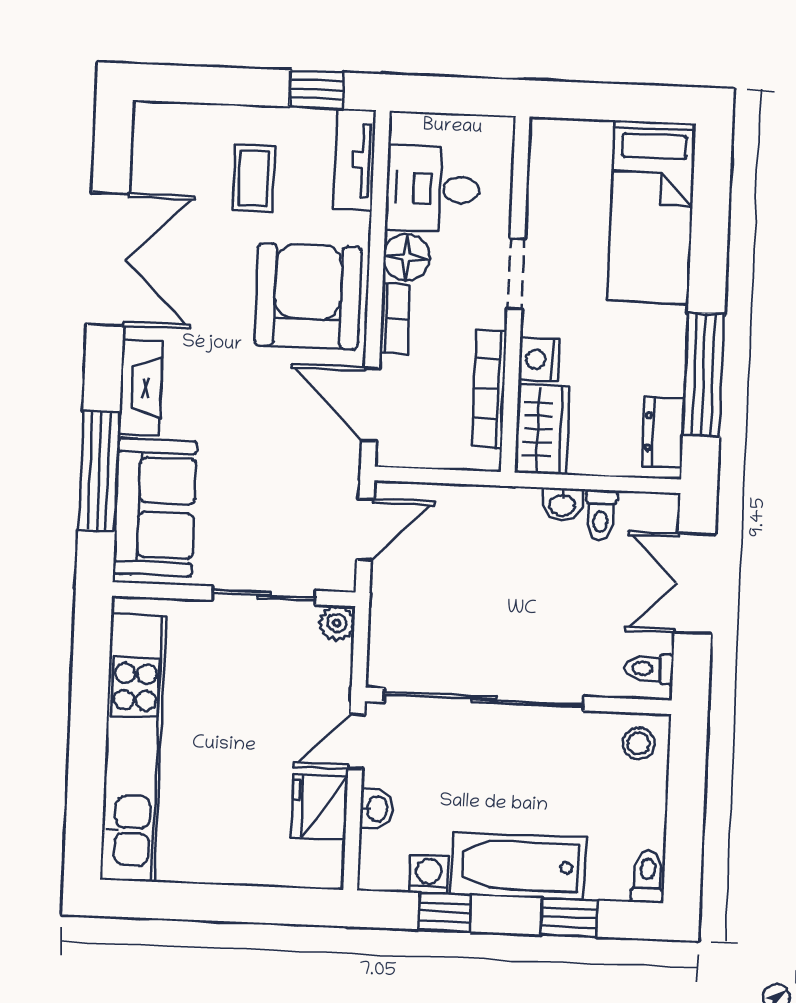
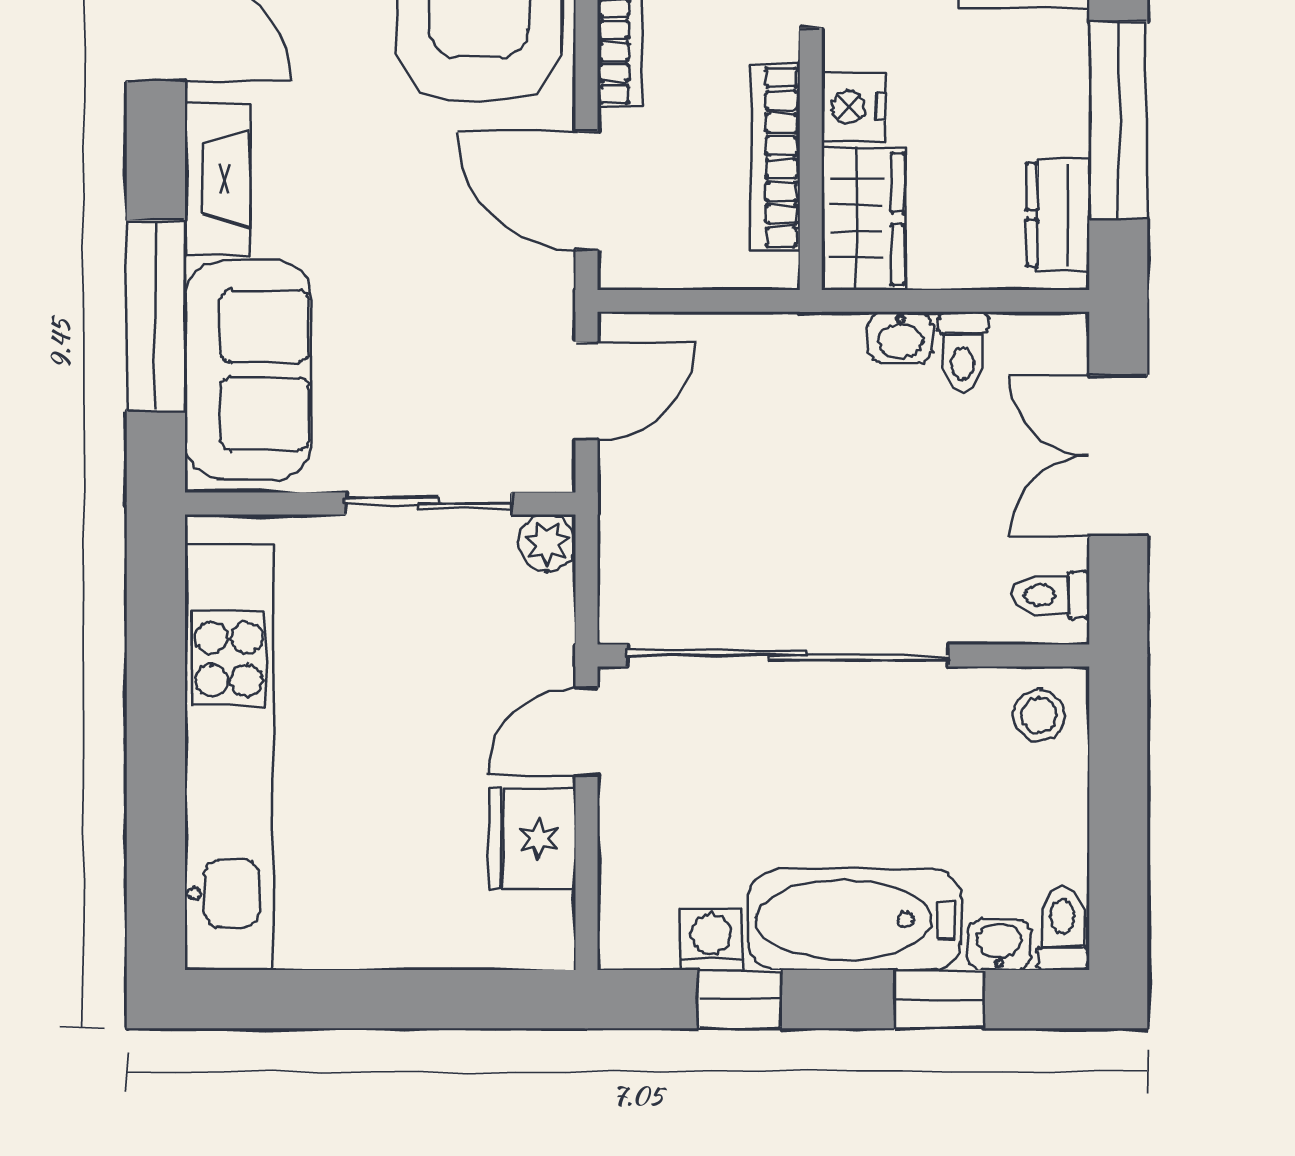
washbasin: (376, 809) -> (999, 944), moved, turned -90

